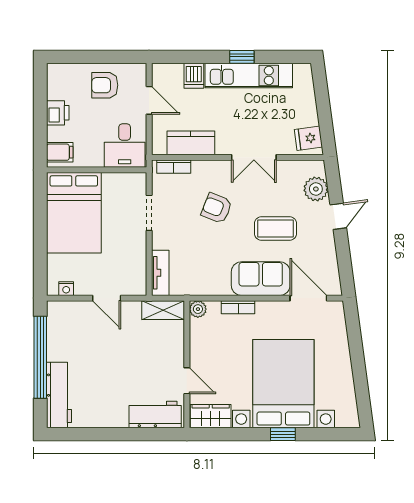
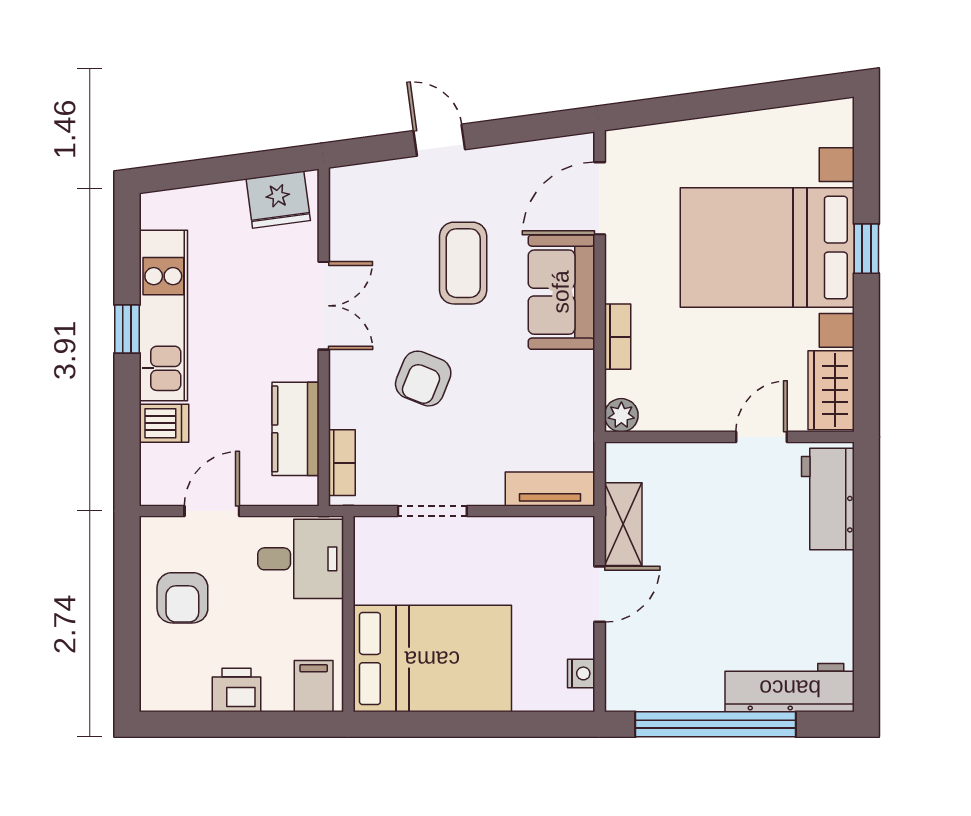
fridge: (308, 138) -> (278, 200), width x1.38
plant: (316, 189) -> (386, 184), removed
shelving: (163, 310) -> (623, 524), moved

